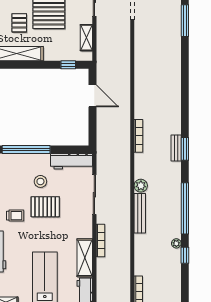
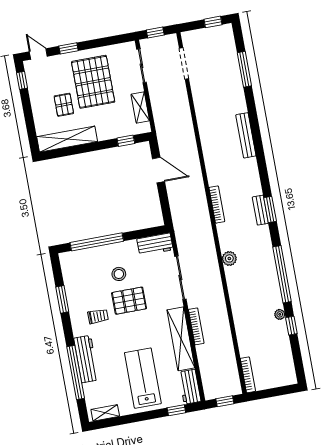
workbench: (72, 161) -> (155, 244), width x0.73
bench: (140, 213) -> (246, 135), moved
shelving: (85, 258) -> (181, 339), width x1.47

